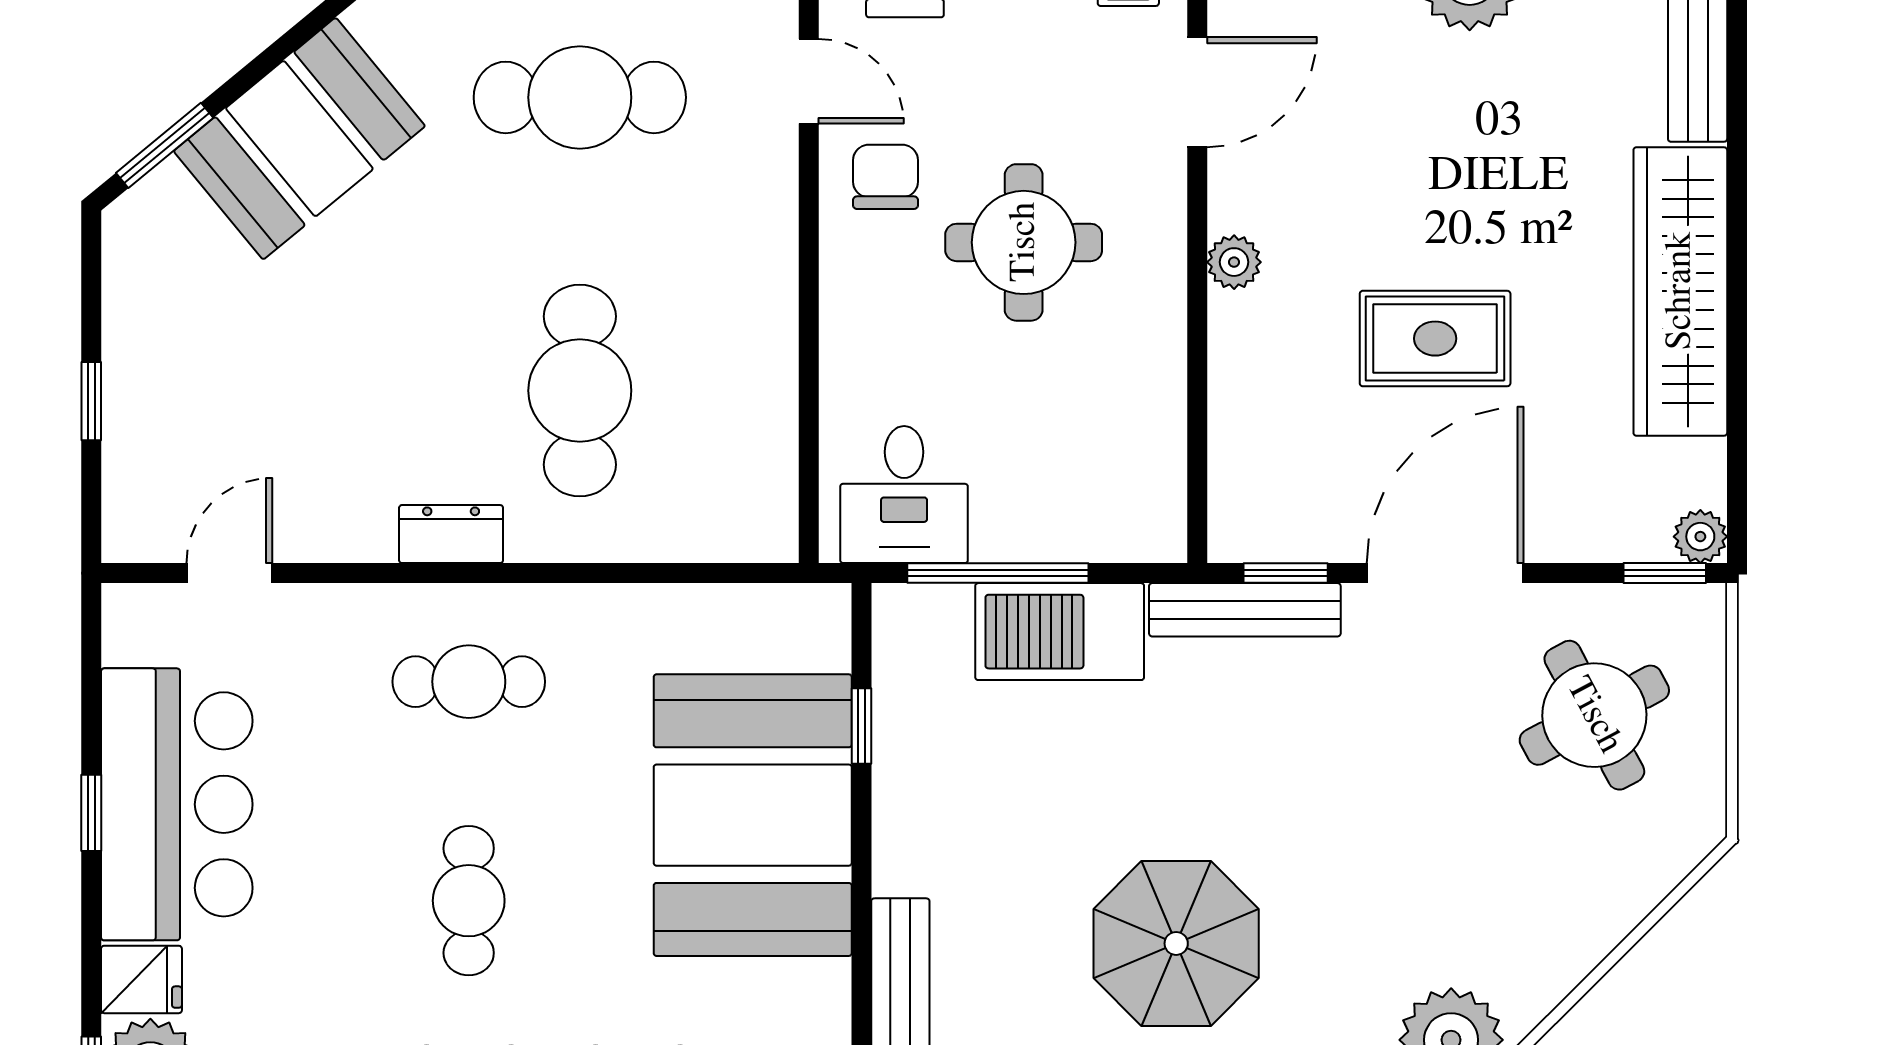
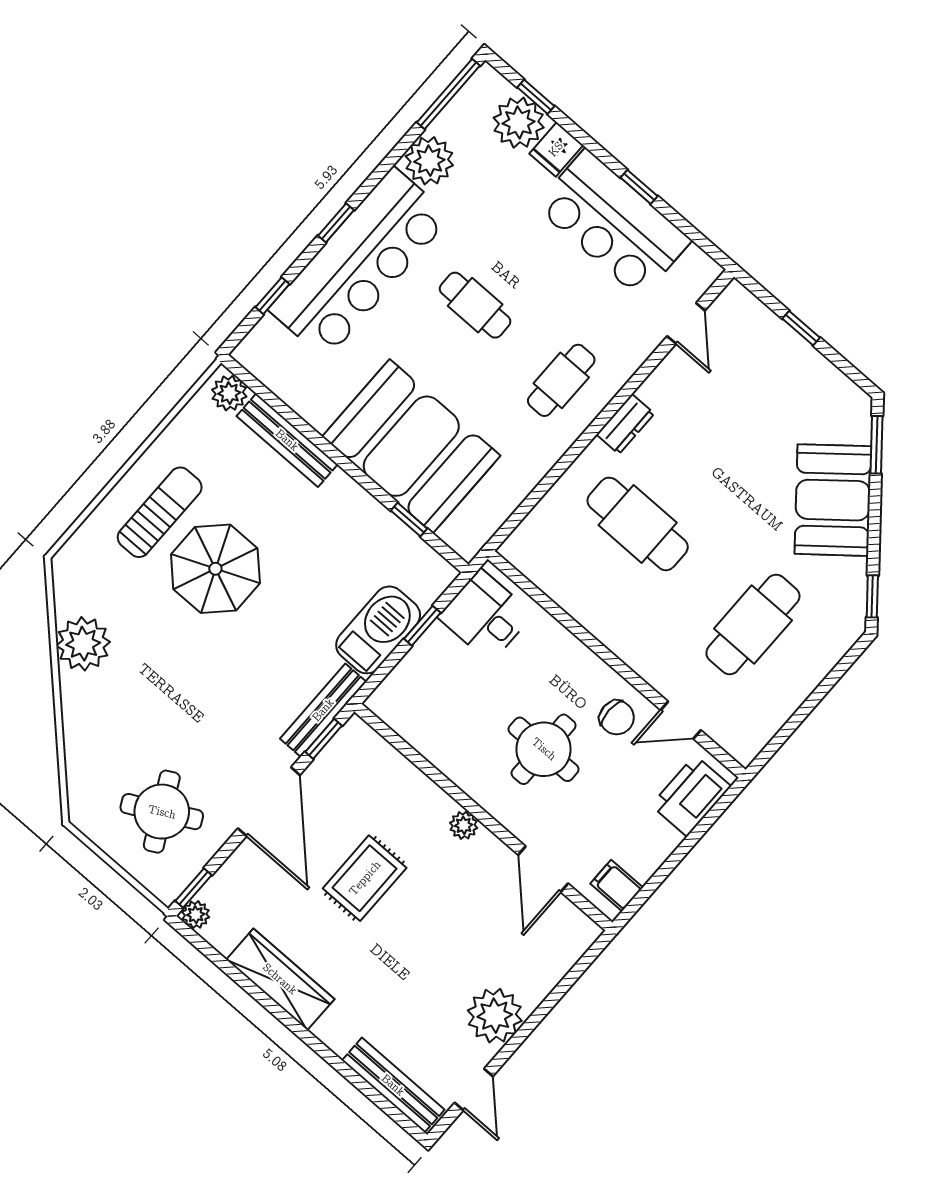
wardrobe: (1680, 291) -> (280, 979), width x0.71, depth x0.85
window: (998, 573) -> (422, 626), width x0.46

